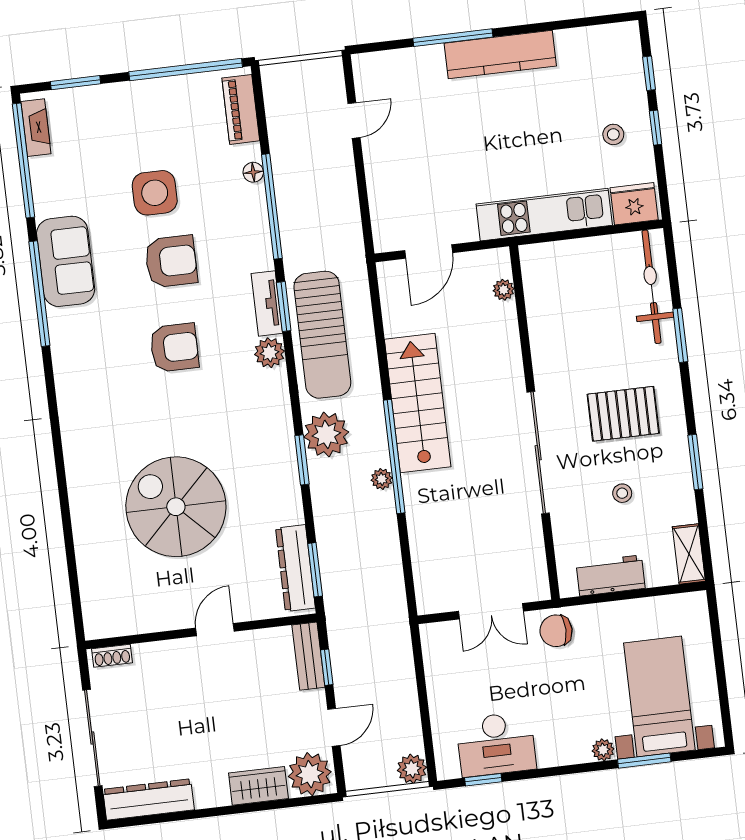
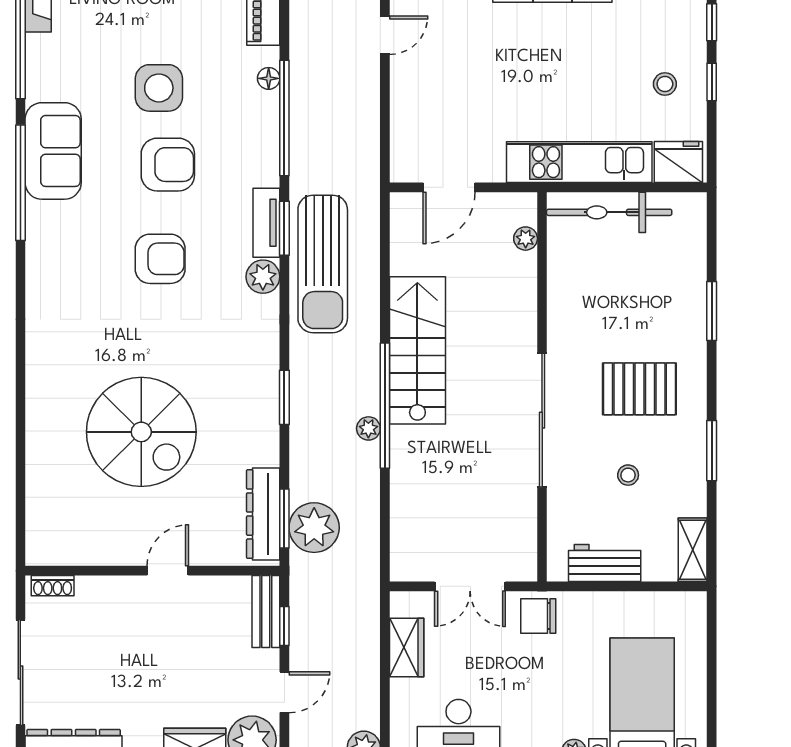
bicycle: (651, 287) -> (609, 212), moved, turned -90
plant: (326, 434) -> (314, 528), moved
spiral stairs: (176, 507) -> (141, 432), turned 180
wardrobe: (440, 674) -> (407, 647), added

